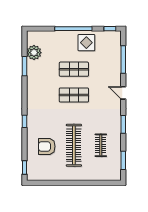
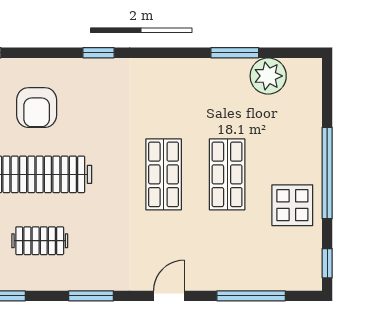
armchair: (47, 146) -> (37, 108), turned 180

